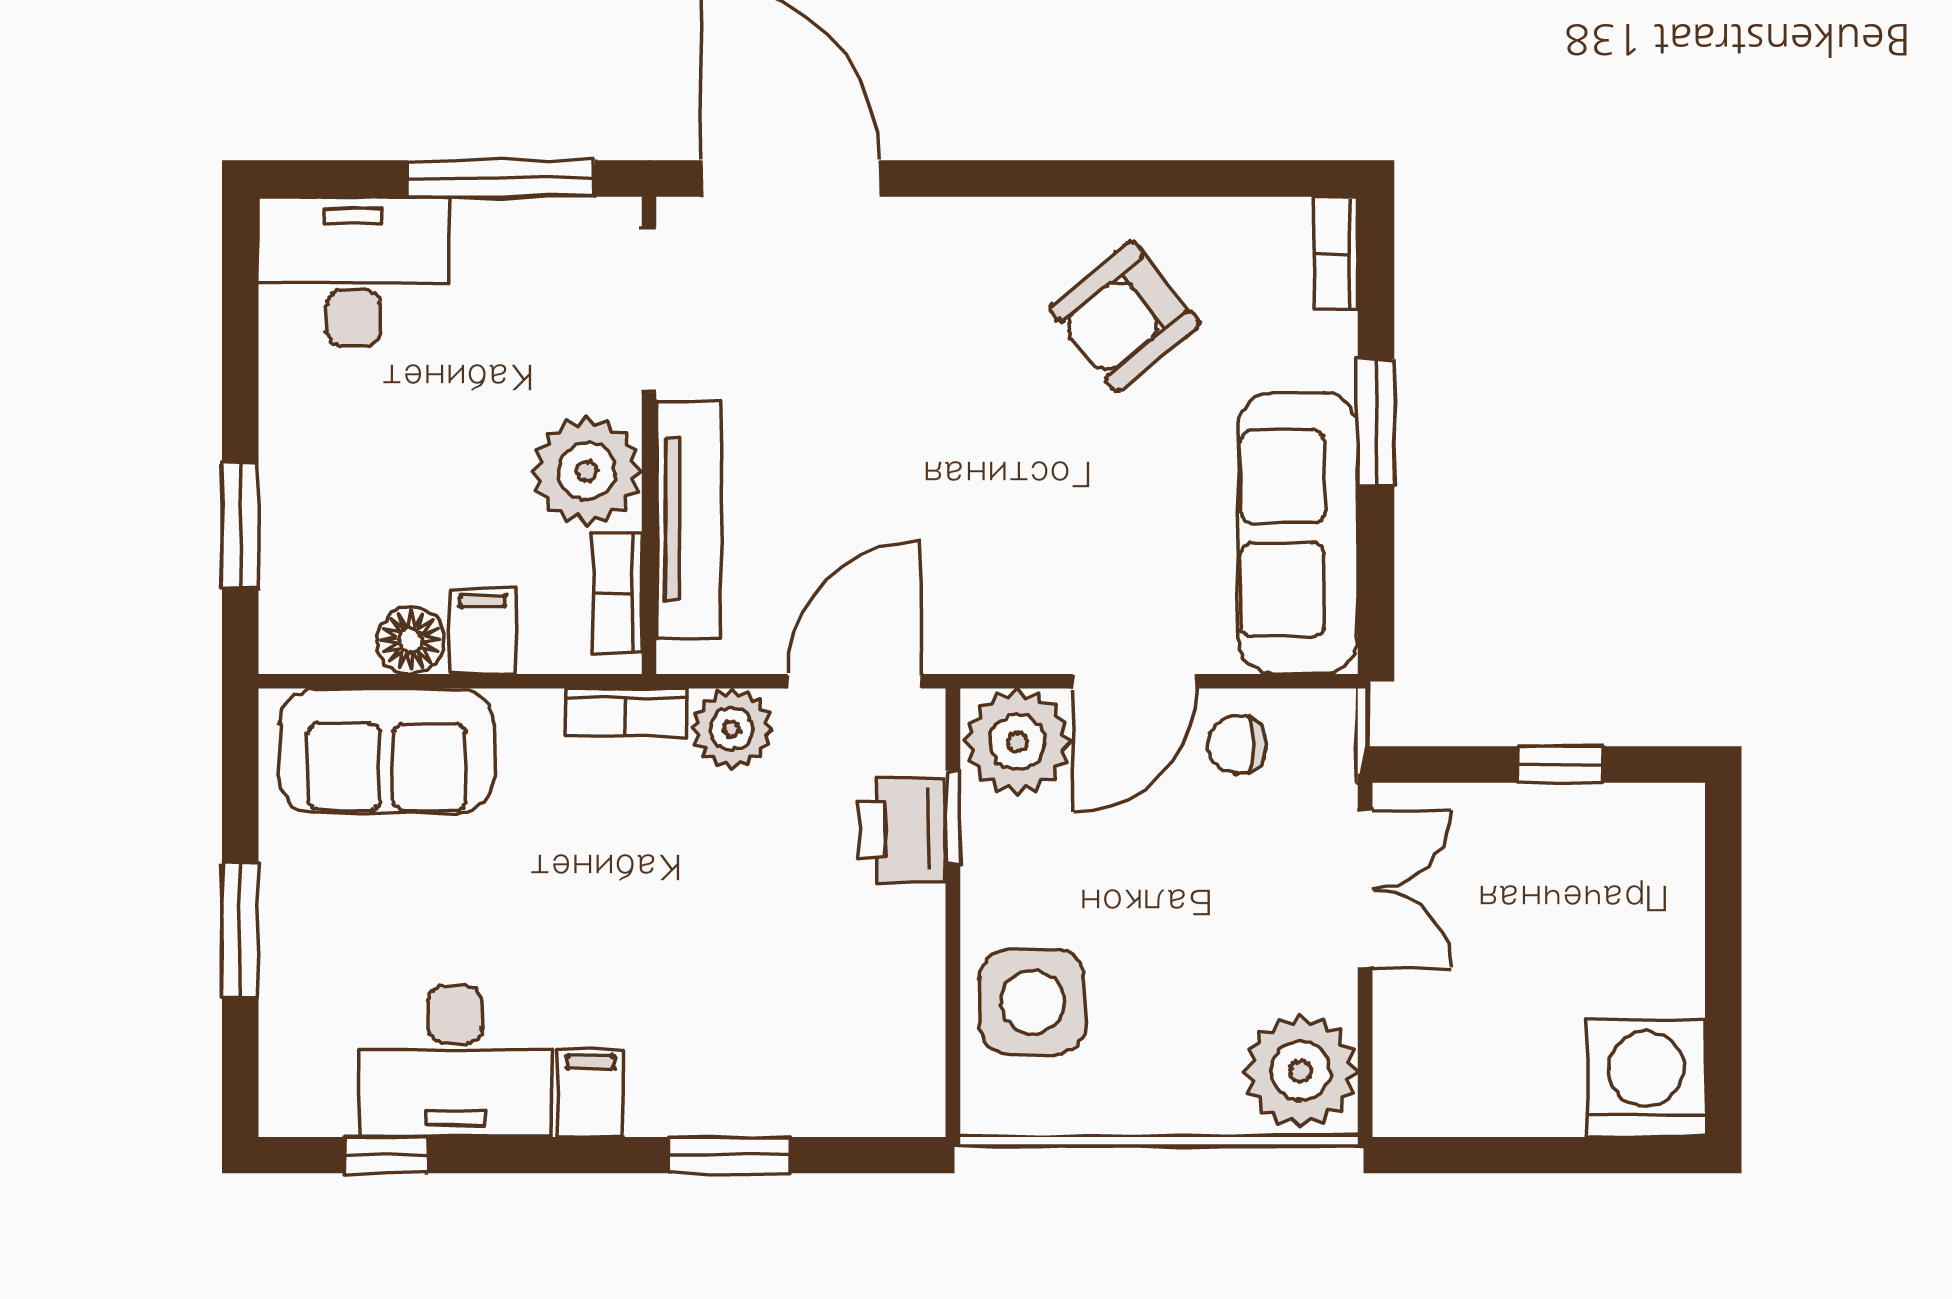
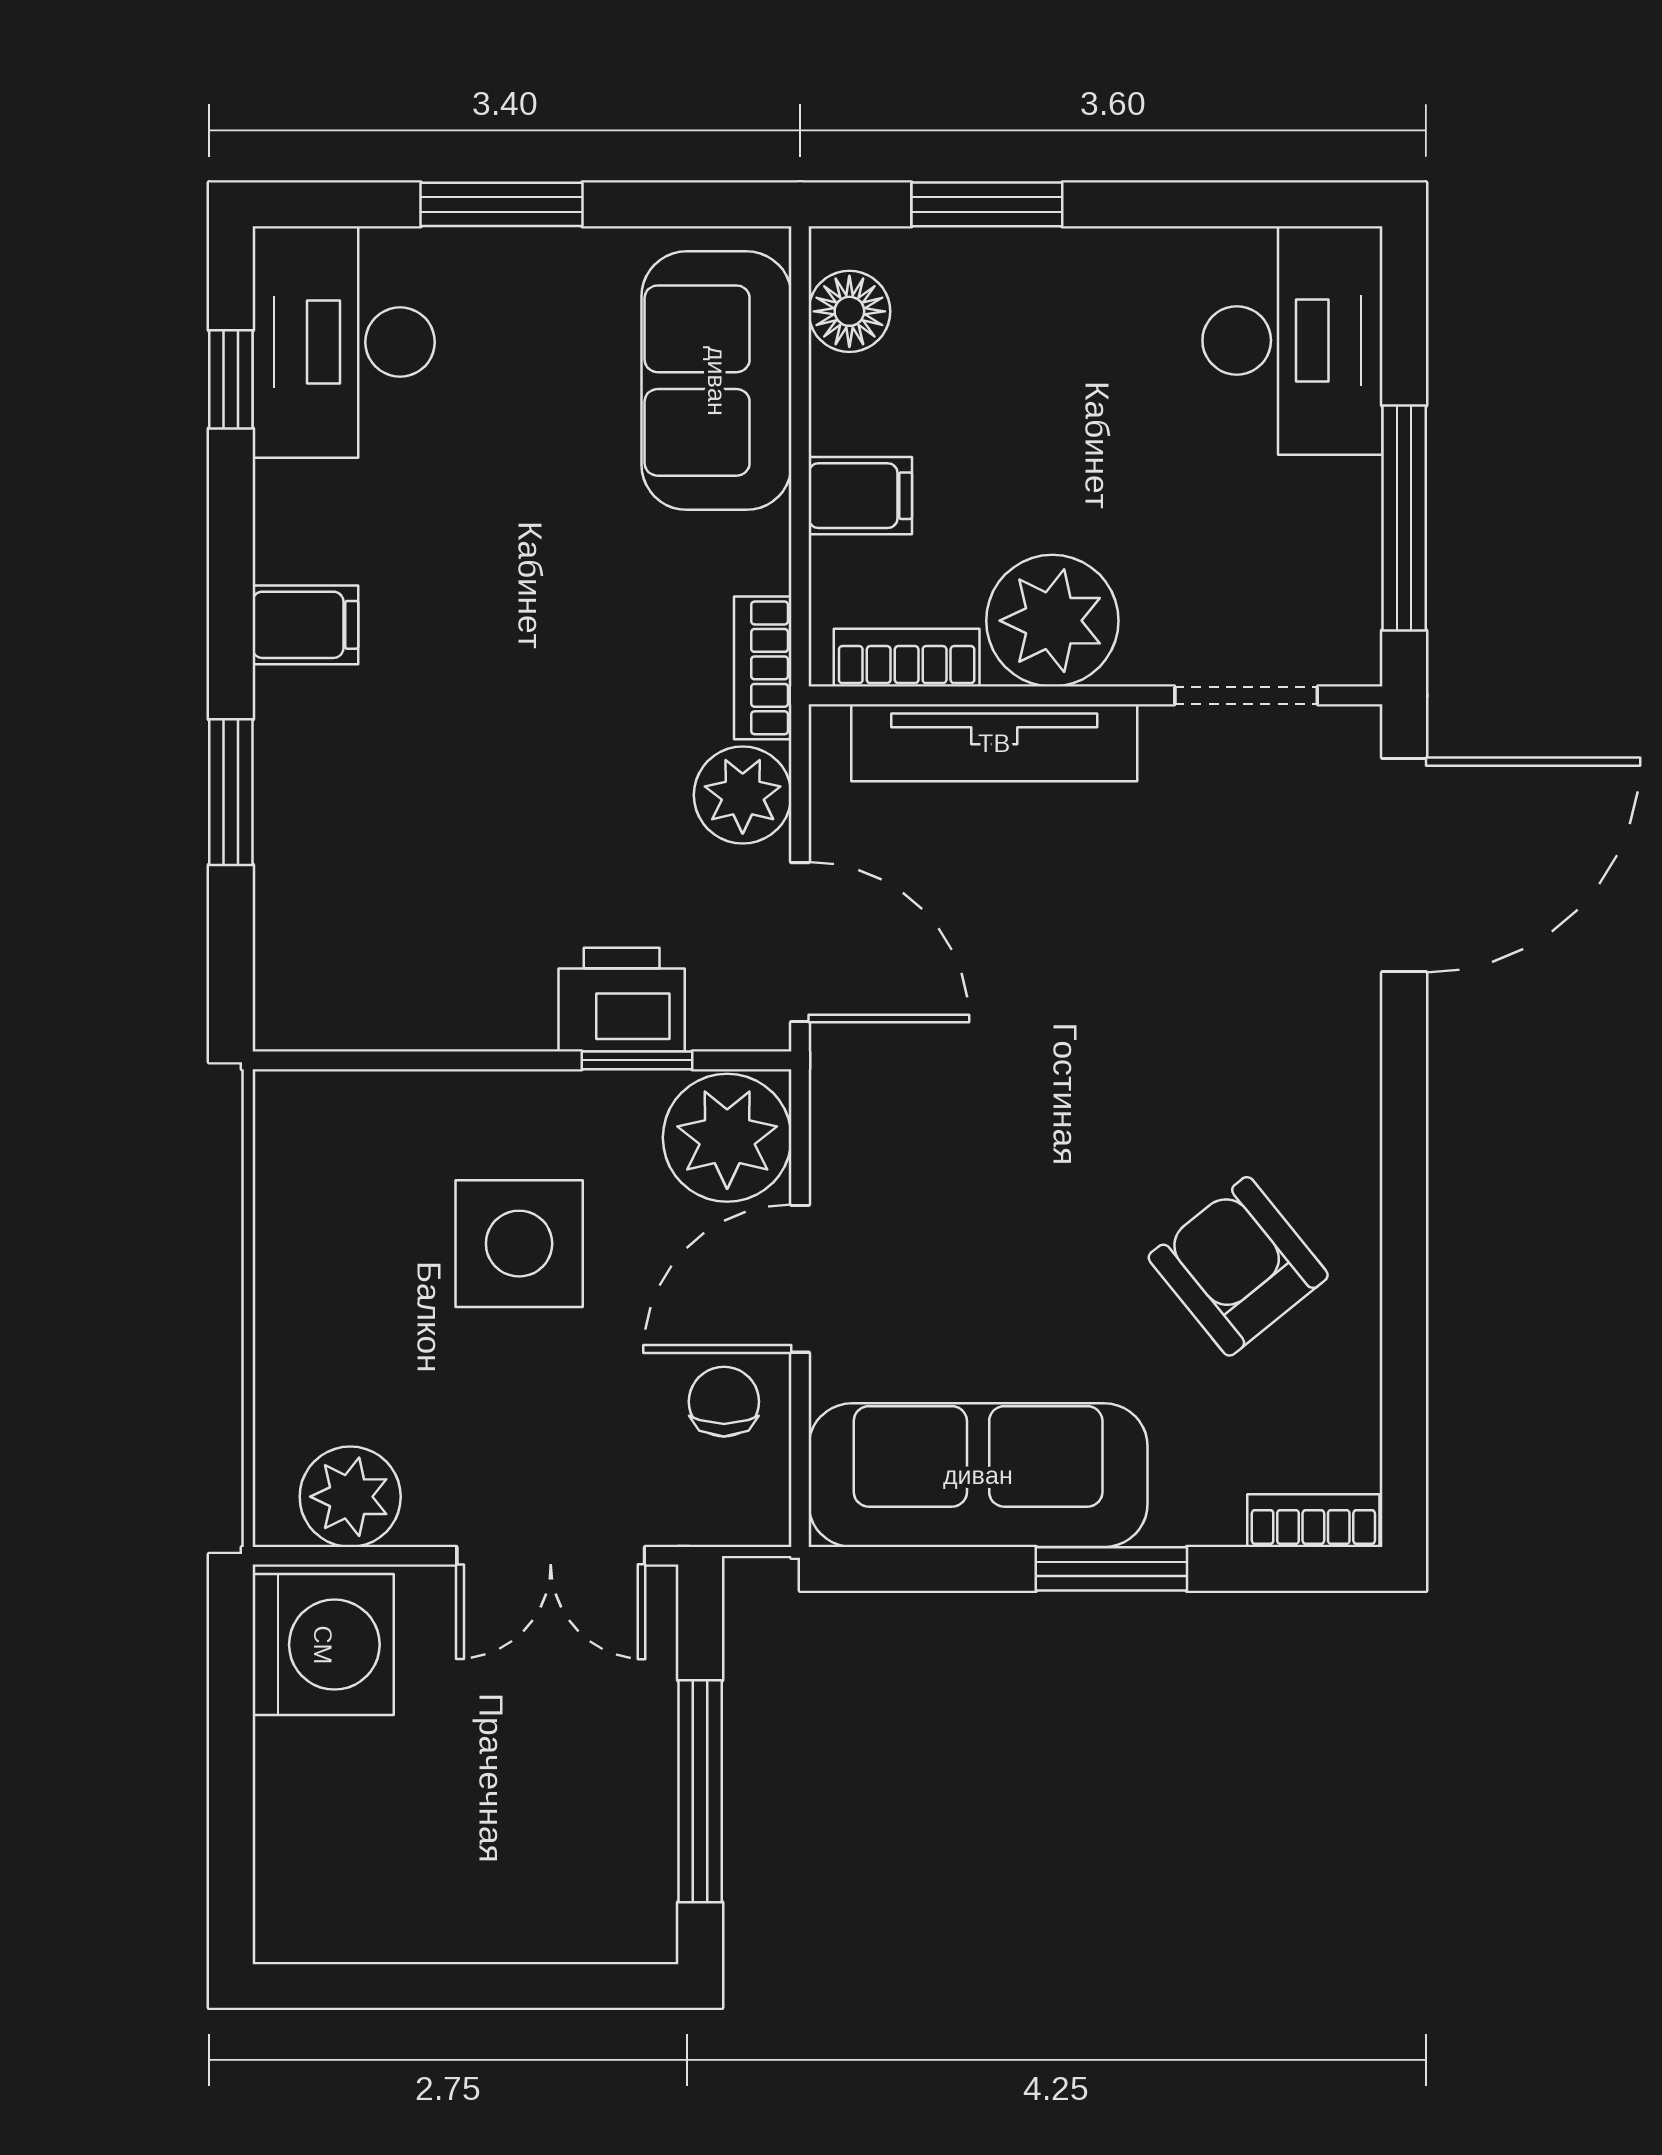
doorway: (649, 310) -> (1246, 695), width x0.73
floor lamp: (411, 640) -> (849, 311), moved
door: (1135, 681) -> (800, 1279), hinge flipped
window: (1561, 764) -> (700, 1791), width x2.17
side table: (1032, 1002) -> (519, 1244), moved
desk: (455, 1061) -> (344, 342), moved
plant: (1301, 1071) -> (350, 1497), width x0.73, depth x0.73
washing machine: (1646, 1078) -> (323, 1645), moved

